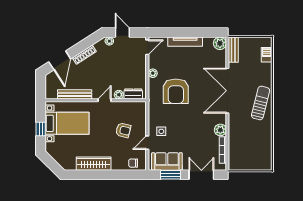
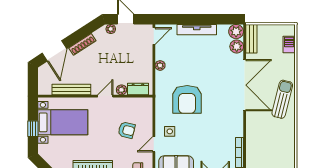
armchair: (176, 91) -> (187, 99), moved
double door: (227, 91) -> (245, 85), swing flipped
plant: (220, 130) -> (237, 46), moved

